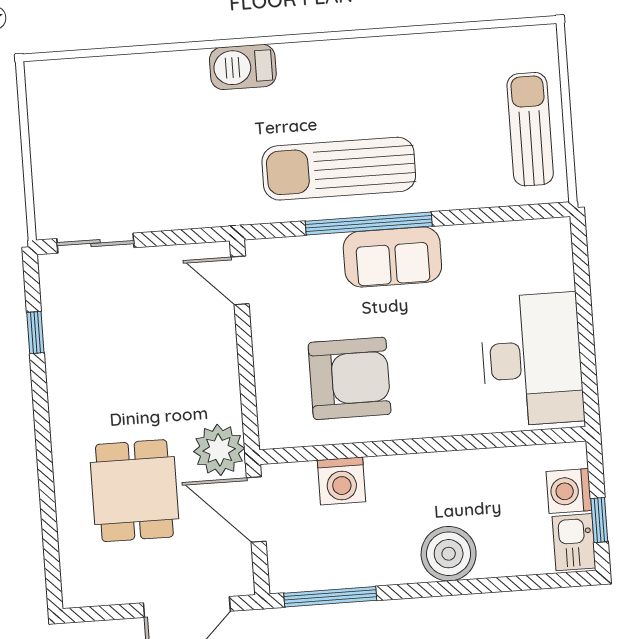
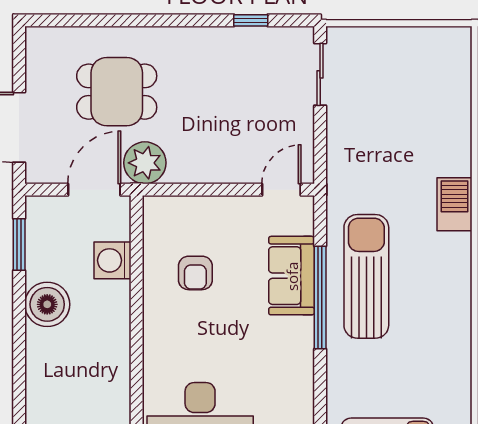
sofa: (392, 257) -> (292, 276), moved
armchair: (350, 378) -> (195, 273), width x0.53, depth x0.53
boiler: (449, 554) -> (47, 304), moved
window: (330, 597) -> (19, 245), width x0.69

